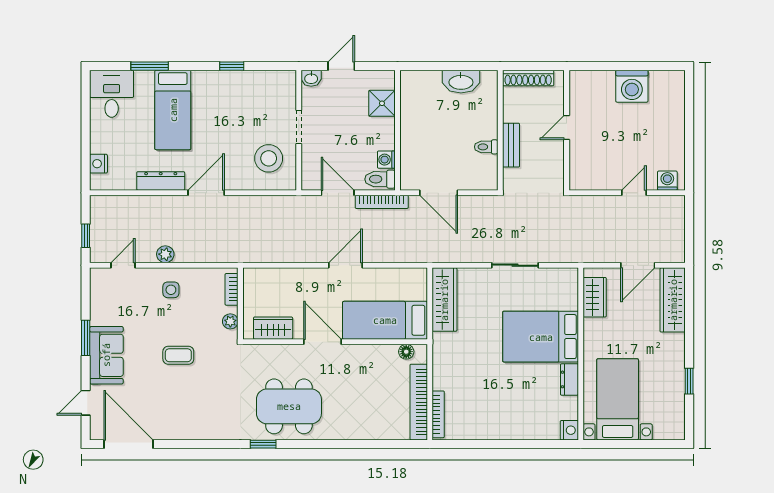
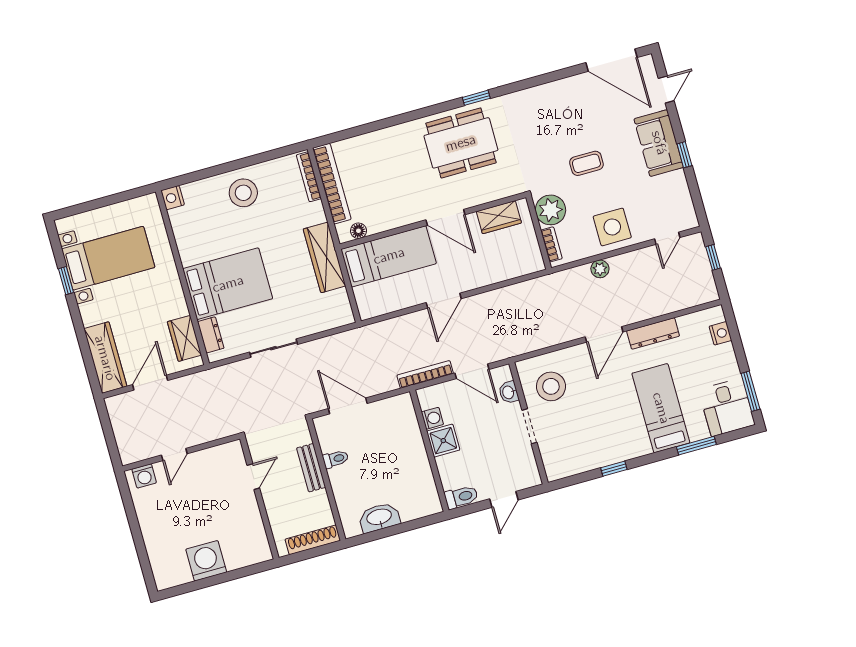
washbasin: (311, 78) -> (509, 392), moved, turned -90
window: (86, 102) -> (750, 391), added
shower: (382, 103) -> (443, 441), moved
door: (567, 127) -> (253, 477), moved
toilet: (380, 179) -> (461, 497), moved
door: (439, 193) -> (348, 406), moved
plant: (165, 254) -> (600, 269), moved
side table: (171, 290) -> (612, 227), width x1.87, depth x1.87
wardrobe: (444, 300) -> (325, 257), moved
plant: (230, 321) -> (551, 210), width x1.88, depth x1.88
window: (86, 338) -> (684, 155), width x0.67
dresser: (569, 379) -> (211, 335), moved
bed with nightstands: (618, 399) -> (108, 258), moved, turned -90
stool: (503, 416) -> (243, 193), added

